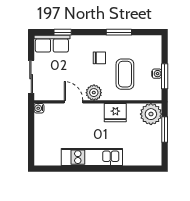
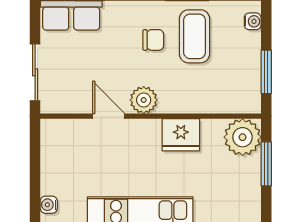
coffee table: (125, 74) -> (195, 36), moved
water cooler: (157, 74) -> (253, 21), moved
water cooler: (39, 108) -> (49, 205), moved

